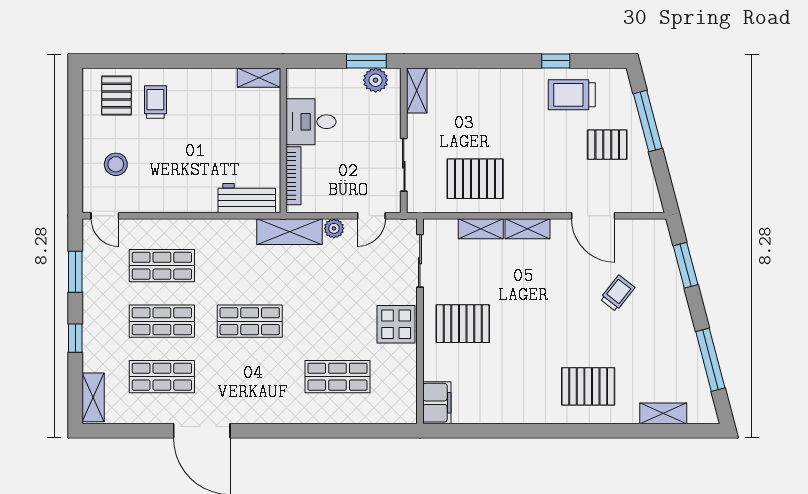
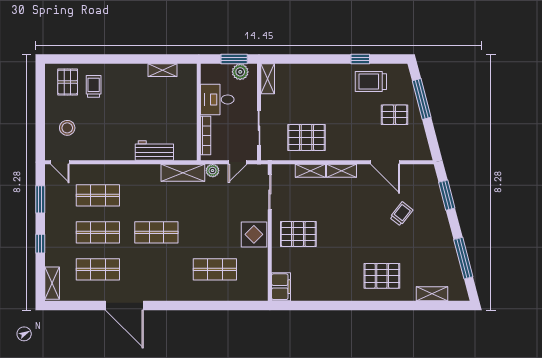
desk: (311, 122) -> (217, 99), moved
wall: (283, 140) -> (199, 112), moved
bookcase: (294, 176) -> (206, 136), moved

